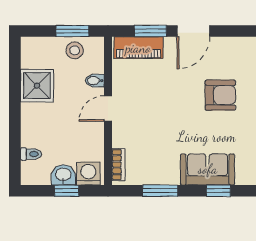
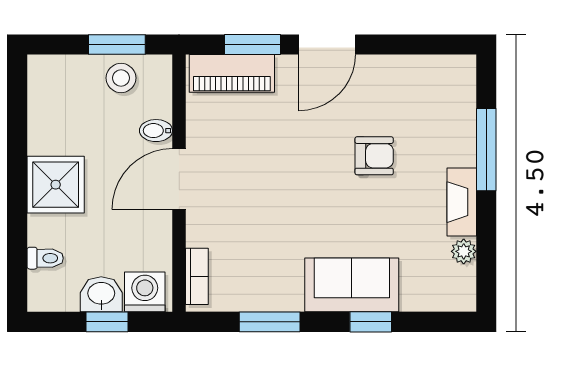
shower: (37, 86) -> (56, 185), moved
armchair: (220, 95) -> (374, 156), width x0.72, depth x0.72
door: (108, 109) -> (179, 179), width x1.38

